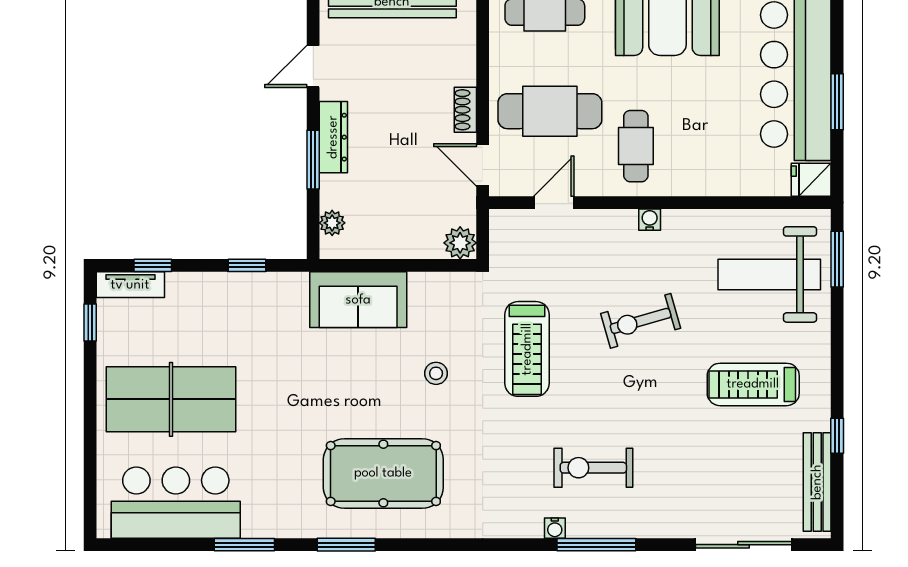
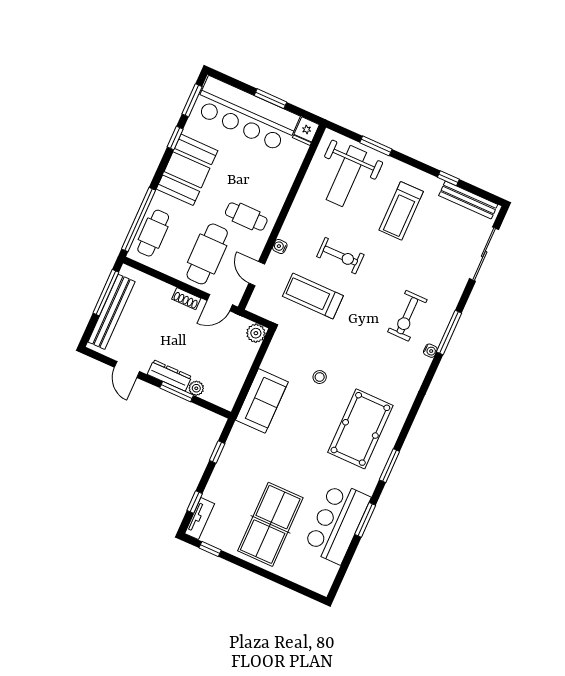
water cooler: (650, 220) -> (280, 246), moved
plant: (332, 223) -> (196, 388), moved
window: (837, 259) -> (376, 146), moved
exercise bike: (641, 321) -> (340, 256), turned -74
treadmill: (527, 349) -> (313, 296), moved, turned 180
bar counter: (176, 503) -> (337, 523), moved

